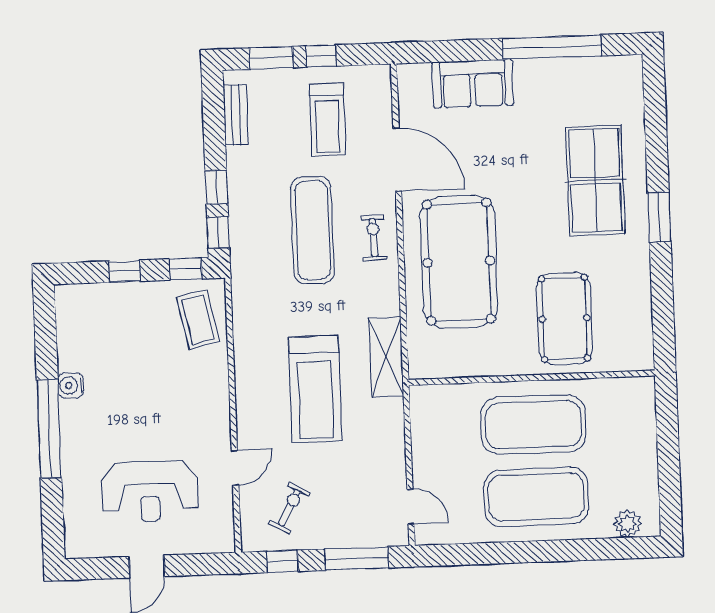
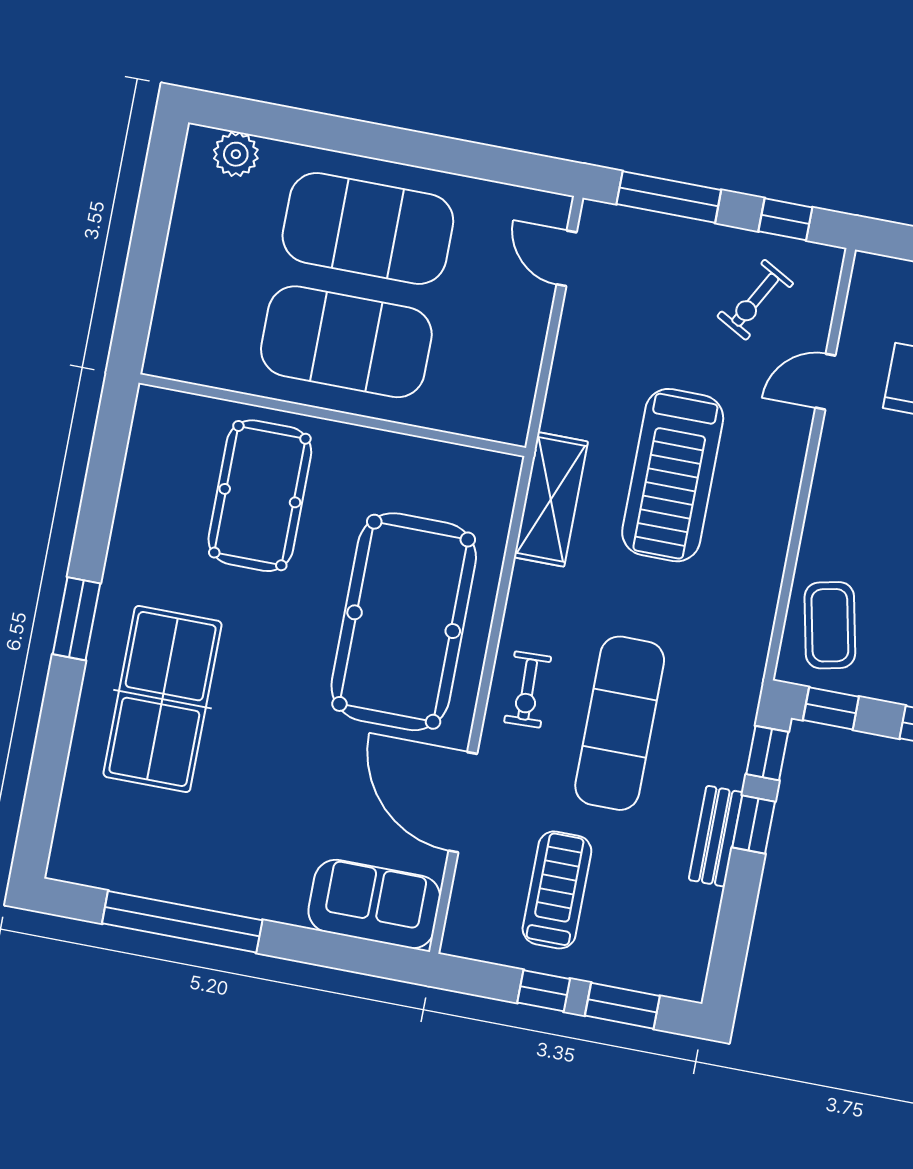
sofa: (473, 84) -> (374, 904), moved
bench: (236, 115) -> (716, 836), moved
treadmill: (315, 389) -> (673, 475), turned 180

